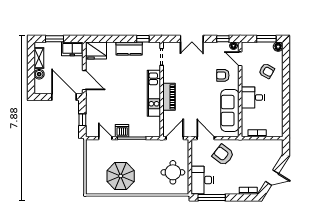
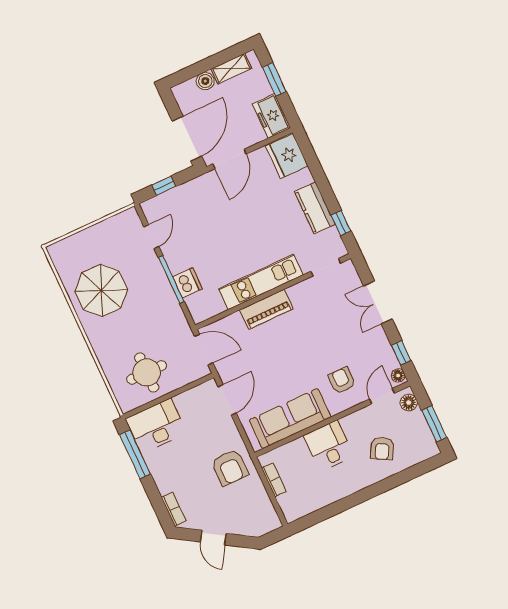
floor lamp: (278, 47) -> (409, 403), moved
dishwasher: (122, 131) -> (187, 283), moved
armchair: (223, 155) -> (230, 467), moved, turned 142

